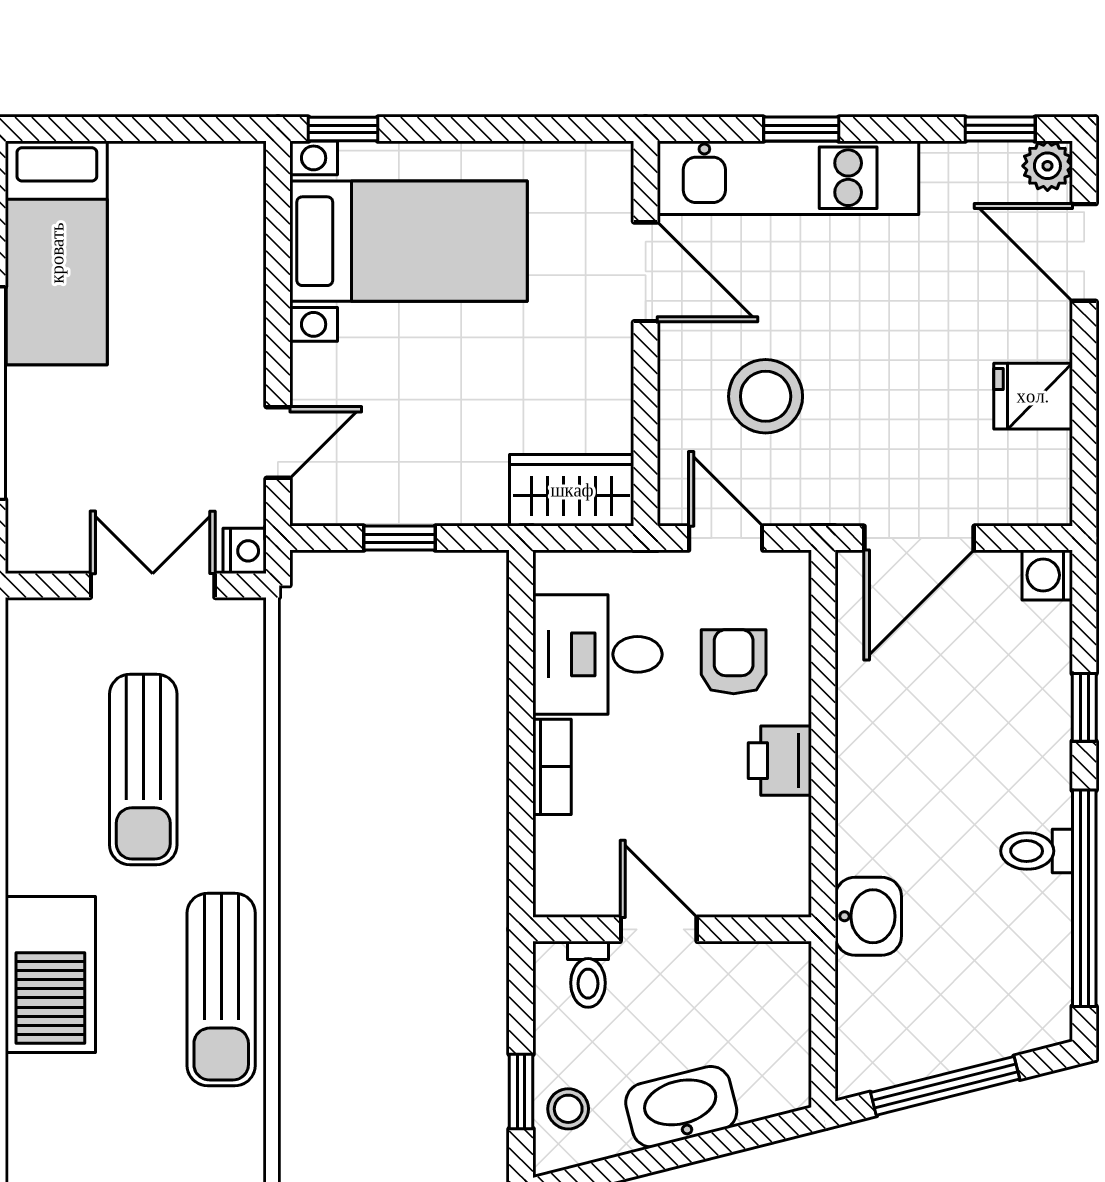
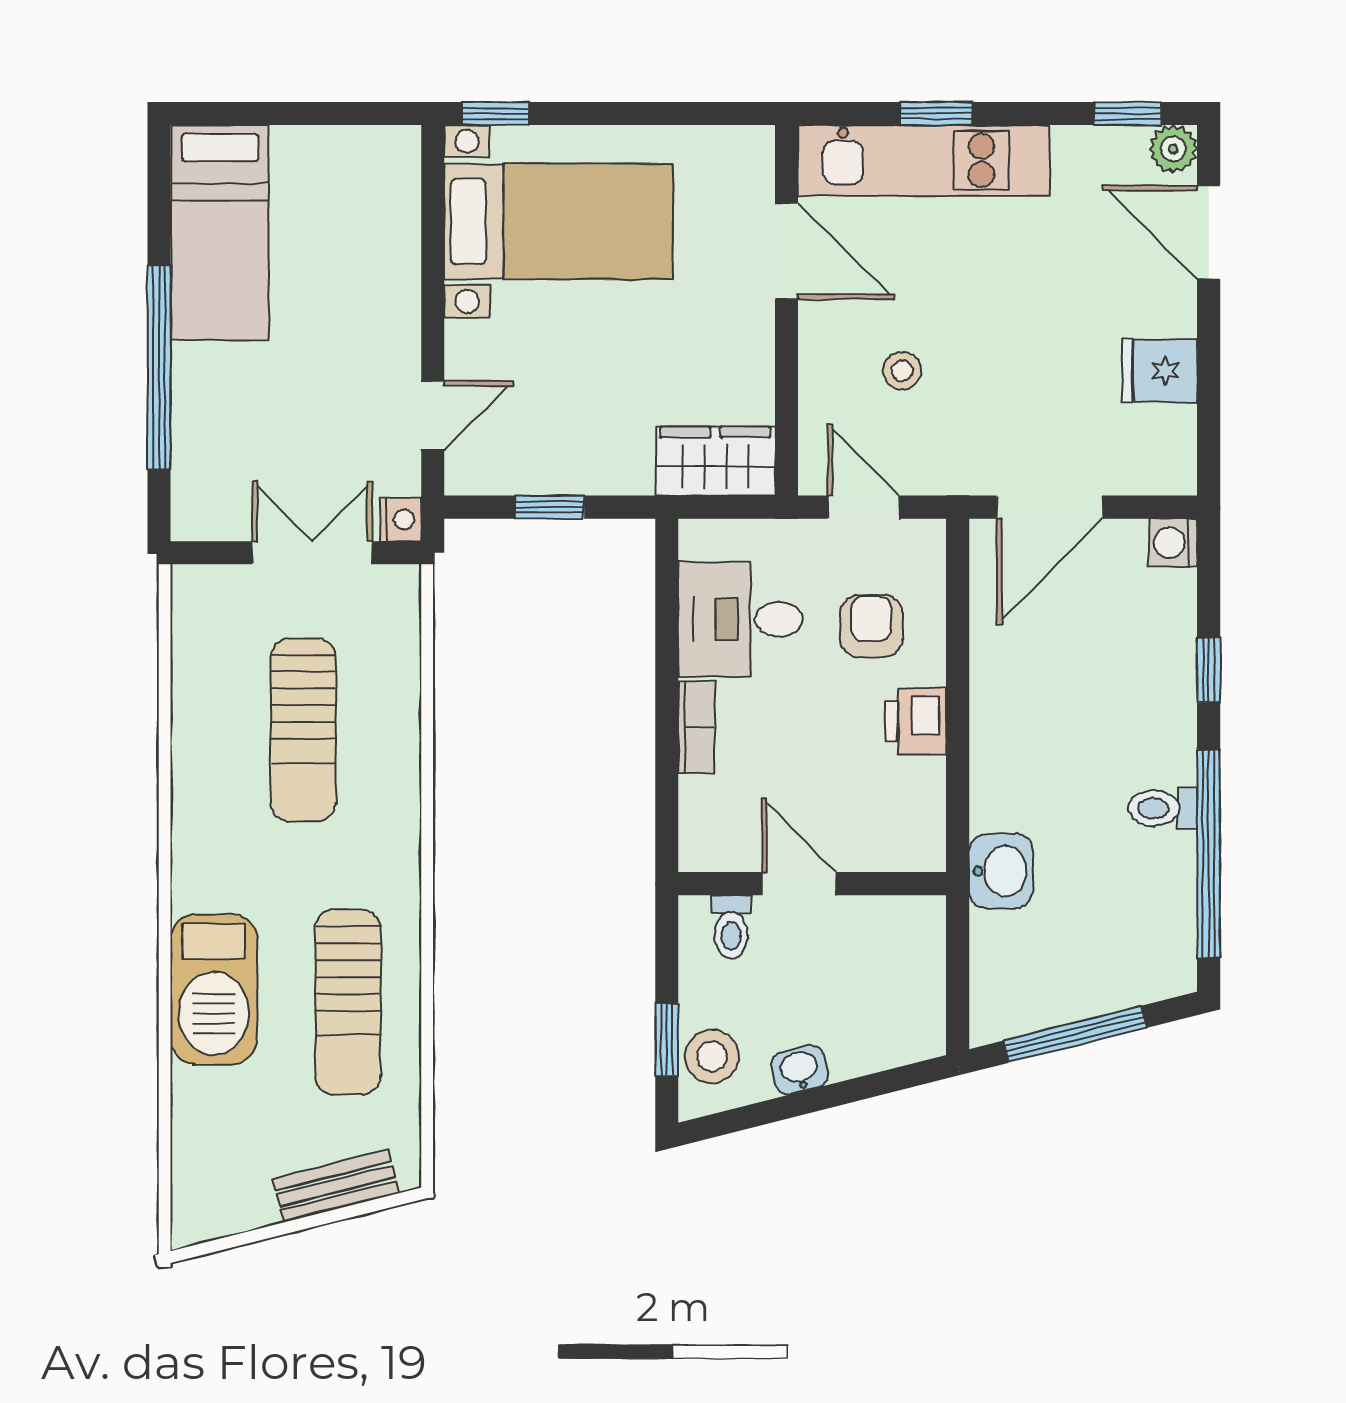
stool: (766, 396) -> (902, 371), width x0.53, depth x0.53
barbecue: (50, 975) -> (214, 989), moved
sun lounger: (221, 989) -> (348, 1002), moved
washbasin: (681, 1107) -> (800, 1070), width x0.52, depth x0.69
stool: (568, 1109) -> (712, 1056), width x1.37, depth x1.37

